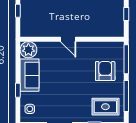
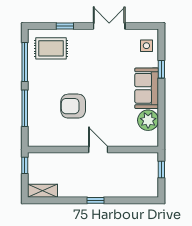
door: (68, 39) -> (98, 150), moved
wall: (72, 39) -> (93, 150), moved
armchair: (105, 71) -> (73, 106), moved, turned 90

